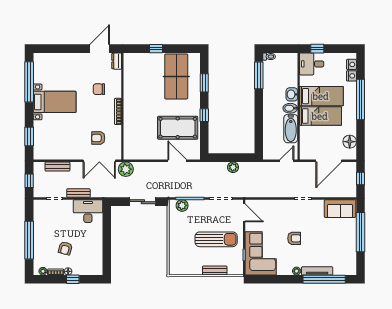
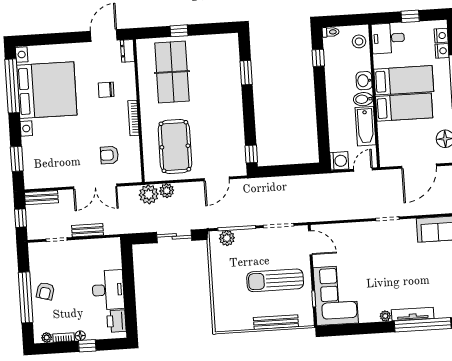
window: (317, 49) -> (410, 16), moved
stool: (290, 65) -> (359, 41), added
window: (259, 75) -> (318, 58), width x0.46
table tennis table: (176, 76) -> (172, 72), moved
bed with nightstands: (55, 102) -> (47, 90), width x1.85
window: (204, 115) -> (251, 154), moved
pool table: (178, 128) -> (175, 147), moved, turned 90
washing machine: (270, 153) -> (339, 161), added
double door: (99, 161) -> (95, 186), moved
door: (177, 161) -> (217, 179), swing flipped
bench: (57, 167) -> (41, 198), moved
plant: (233, 167) -> (167, 191), moved
desk: (88, 211) -> (108, 290), moved, turned 90
armchair: (294, 238) -> (379, 273), removed
sun lounger: (216, 239) -> (275, 280), turned 180
armchair: (65, 248) -> (45, 291), moved
printer: (96, 262) -> (116, 321), added
bench: (215, 270) -> (276, 322), width x1.36

